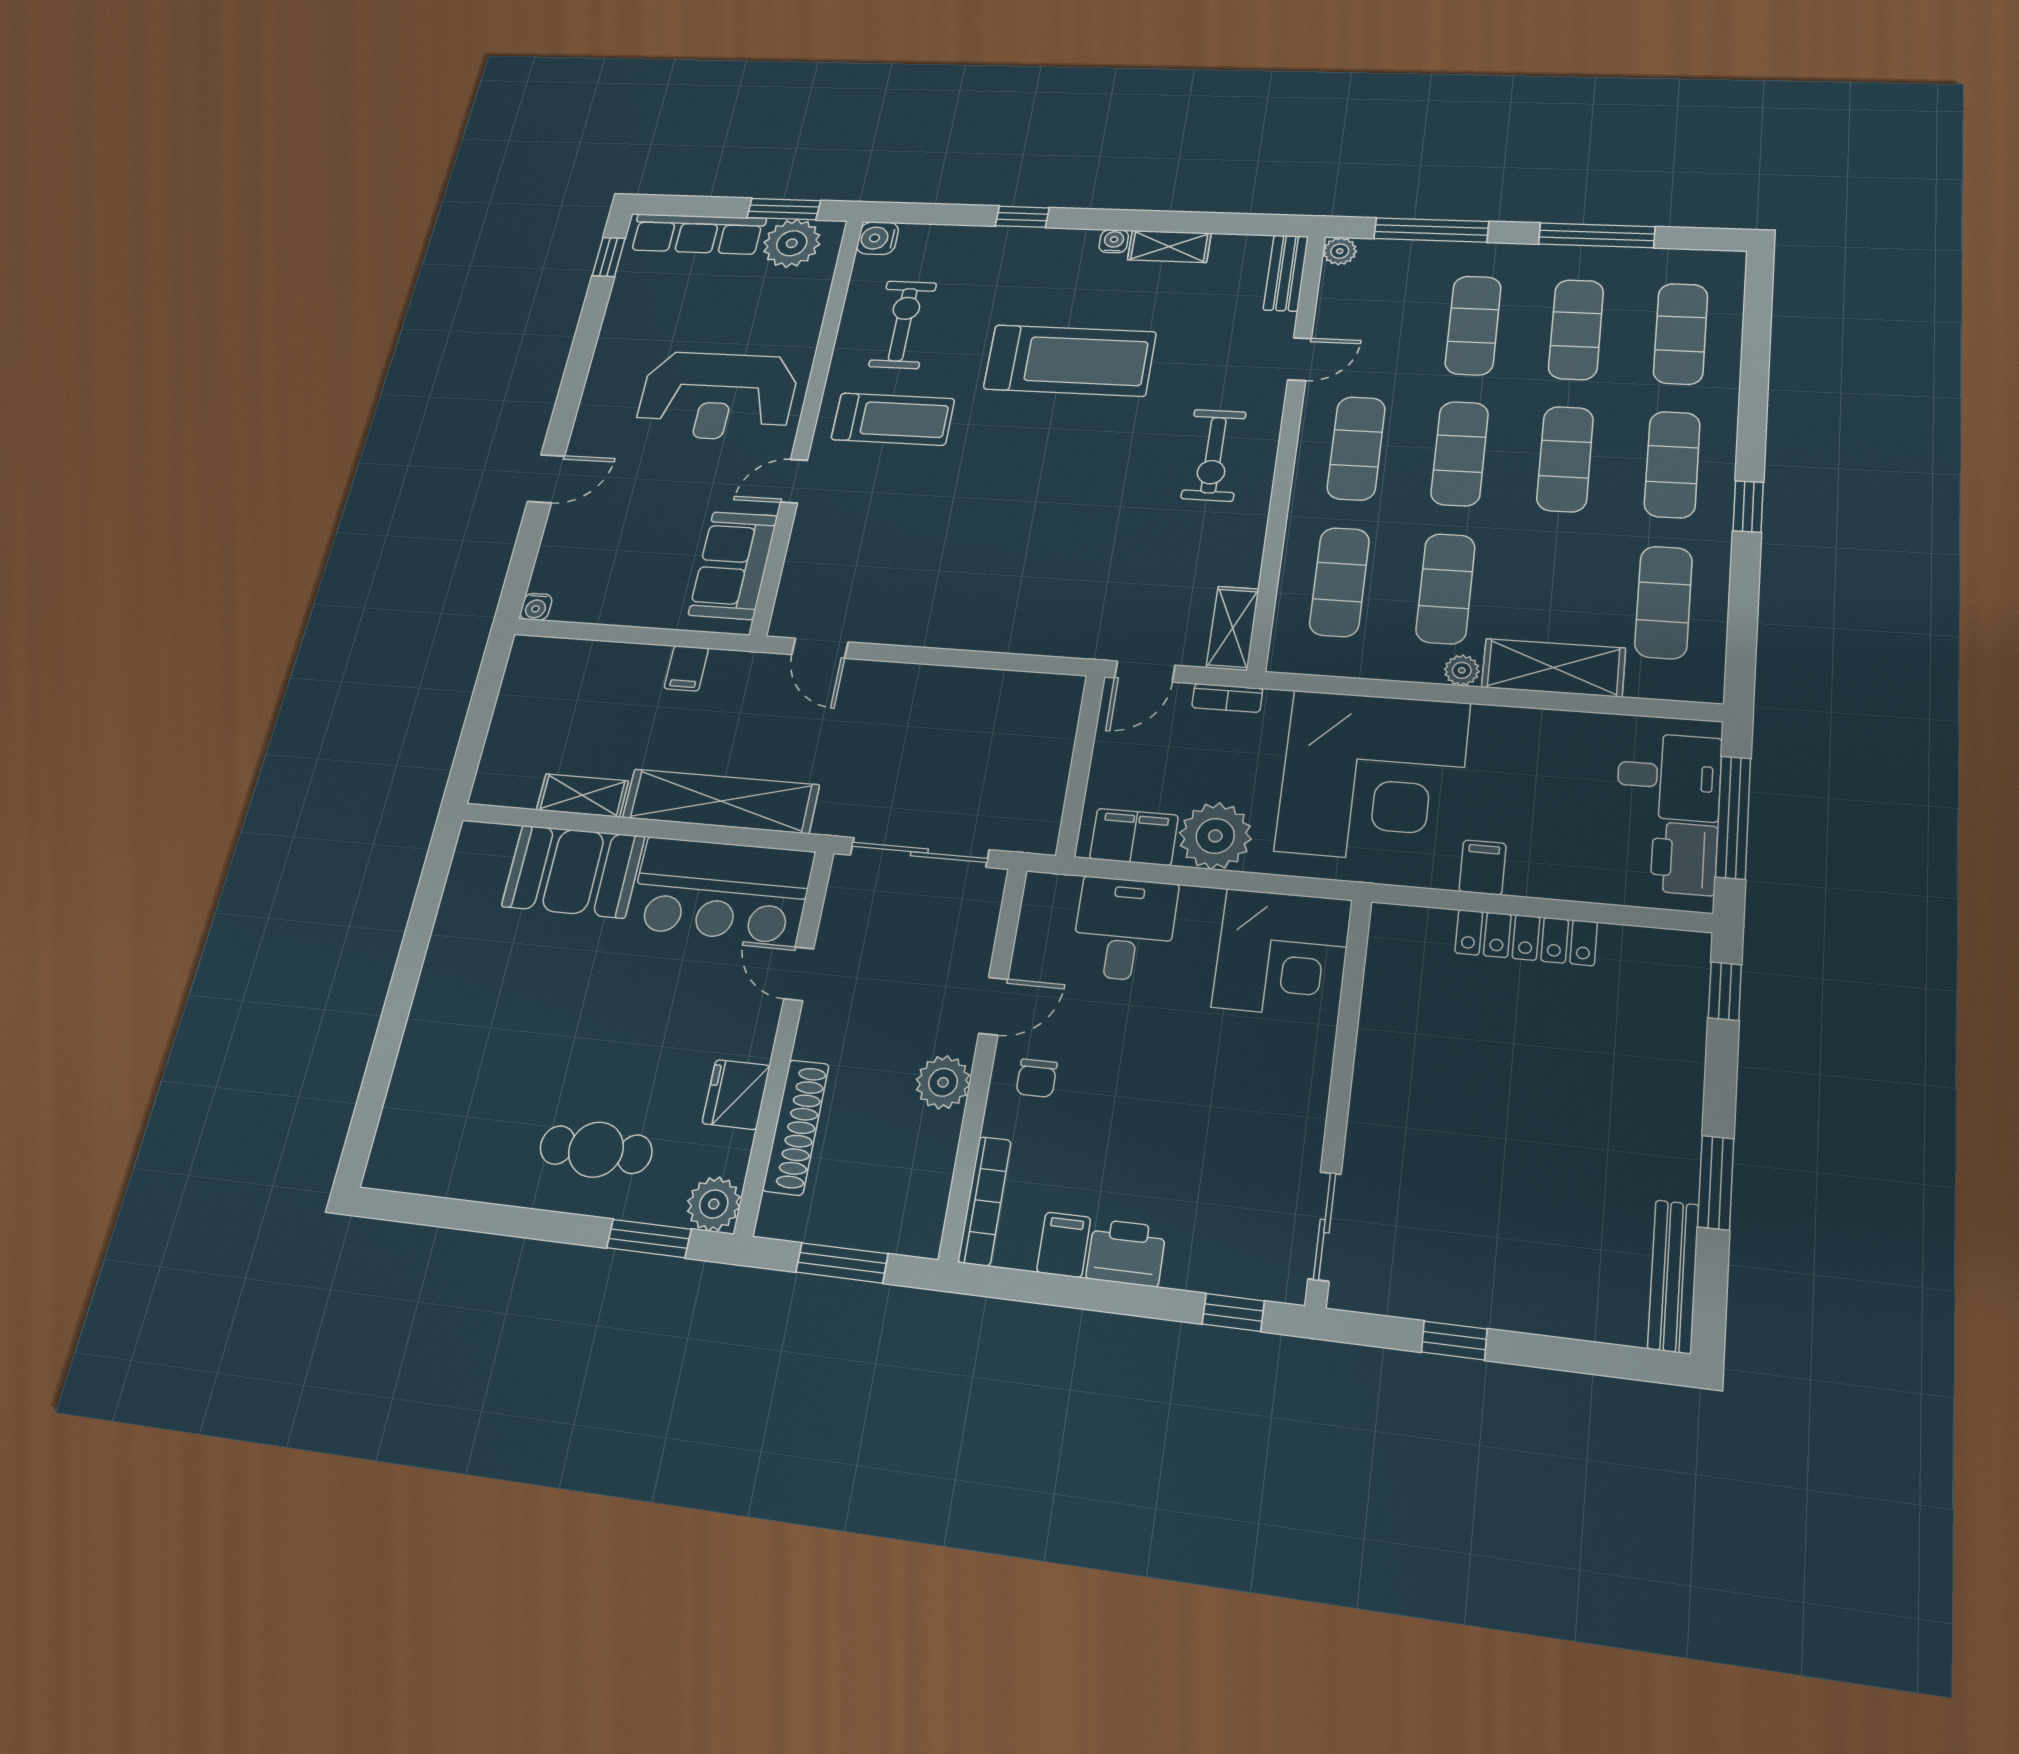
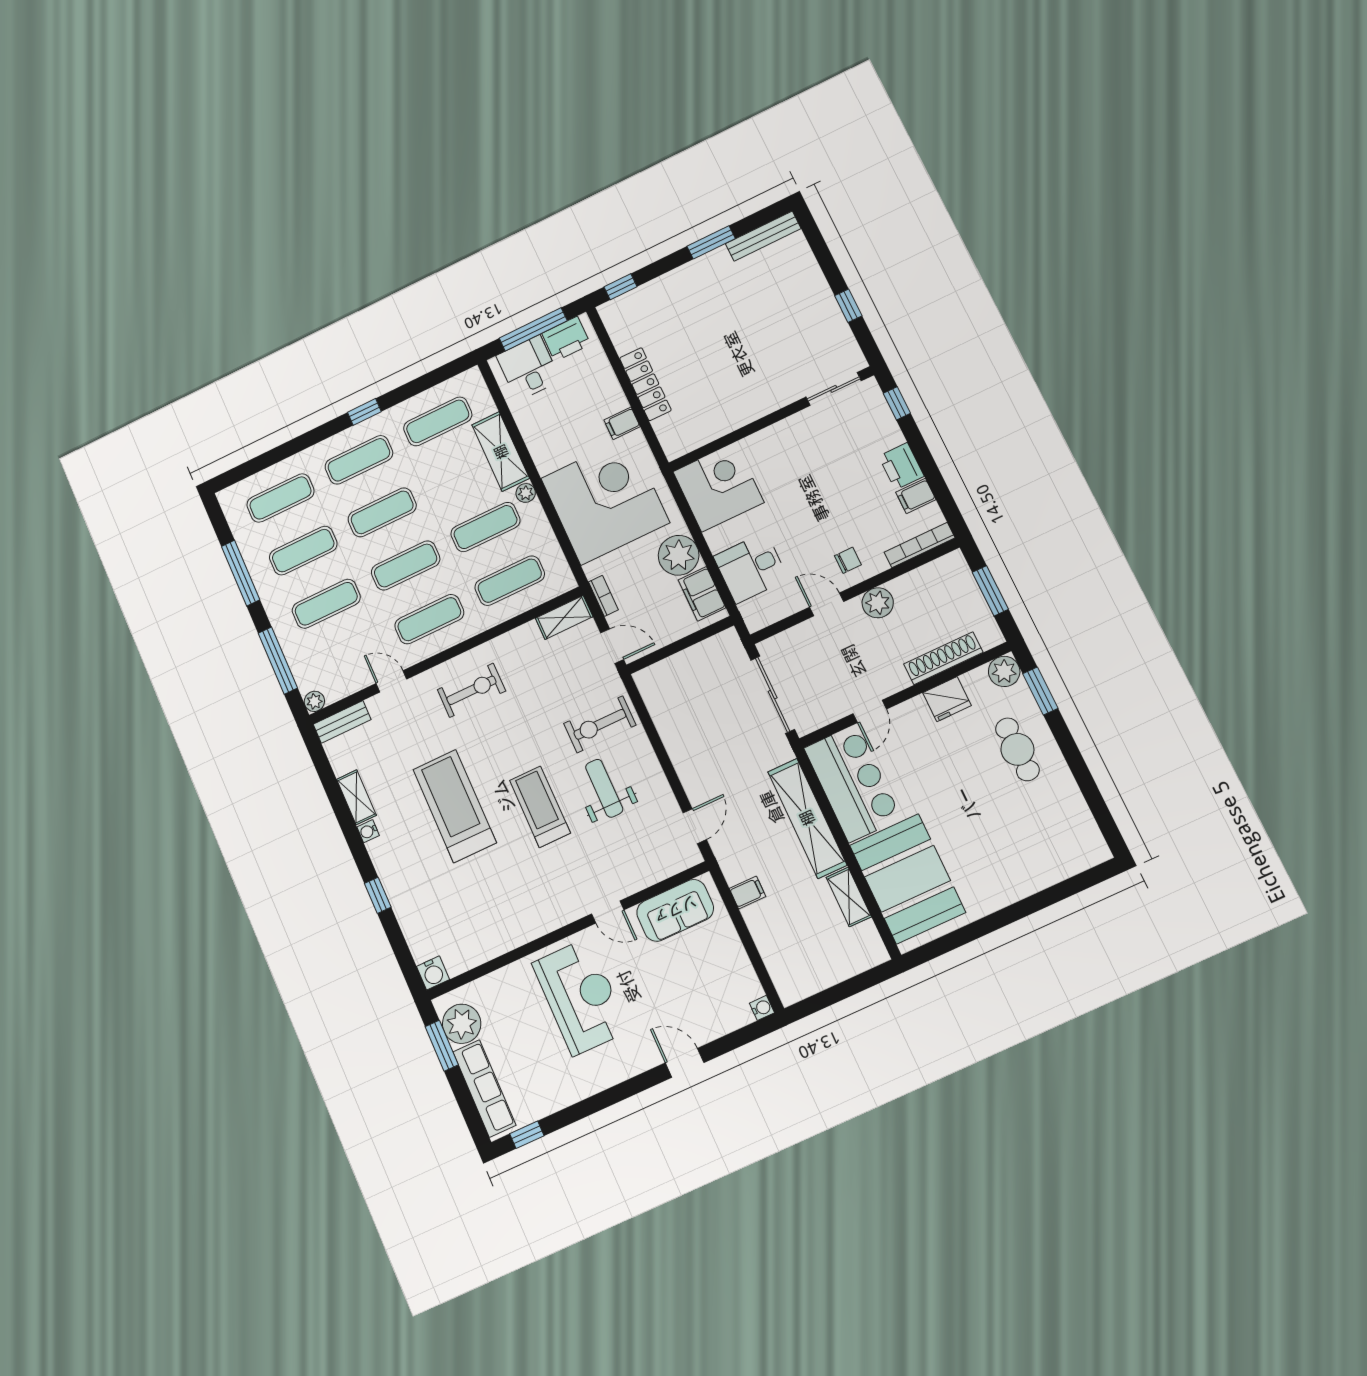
exercise bike: (903, 325) -> (600, 724), moved
treadmill: (893, 419) -> (540, 807), moved
weight bench: (955, 559) -> (604, 788), added
booth: (573, 871) -> (907, 879), width x1.36, depth x1.42

